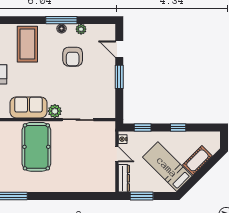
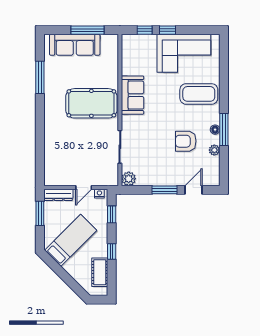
plant: (55, 111) -> (129, 179), moved
cot: (197, 160) -> (100, 272), moved, turned 45

